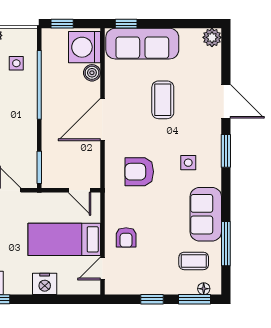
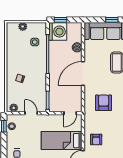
window: (126, 24) -> (112, 20), moved
washing machine: (85, 47) -> (58, 32), moved, turned 180
armchair: (139, 172) -> (104, 103), turned 90
door: (80, 190) -> (70, 113), hinge flipped

